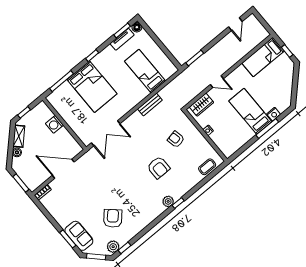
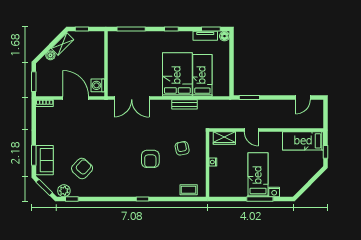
bed: (92, 87) -> (177, 75), moved, turned 180
washing machine: (54, 124) -> (98, 85), moved
plant: (168, 201) -> (136, 191), removed

